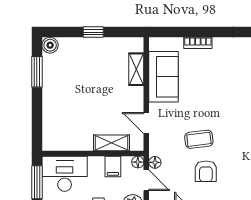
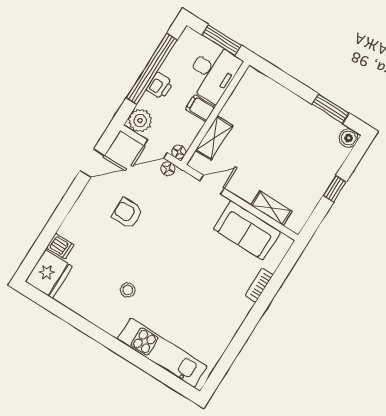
coffee table: (199, 139) -> (163, 226), removed
filing cabinet: (113, 167) -> (200, 108), moved

